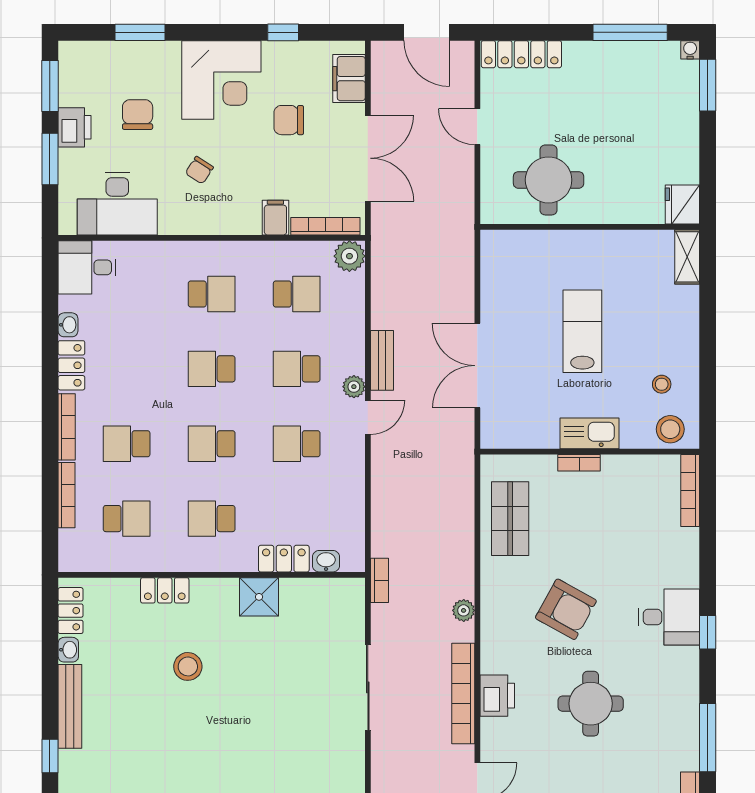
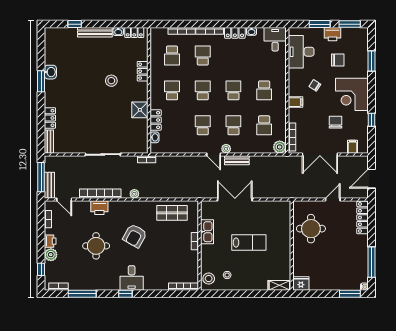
filing cabinet: (349, 79) -> (353, 147), width x0.50
filing cabinet: (275, 218) -> (295, 102), moved
kitchen sink: (589, 433) -> (207, 232), moved

